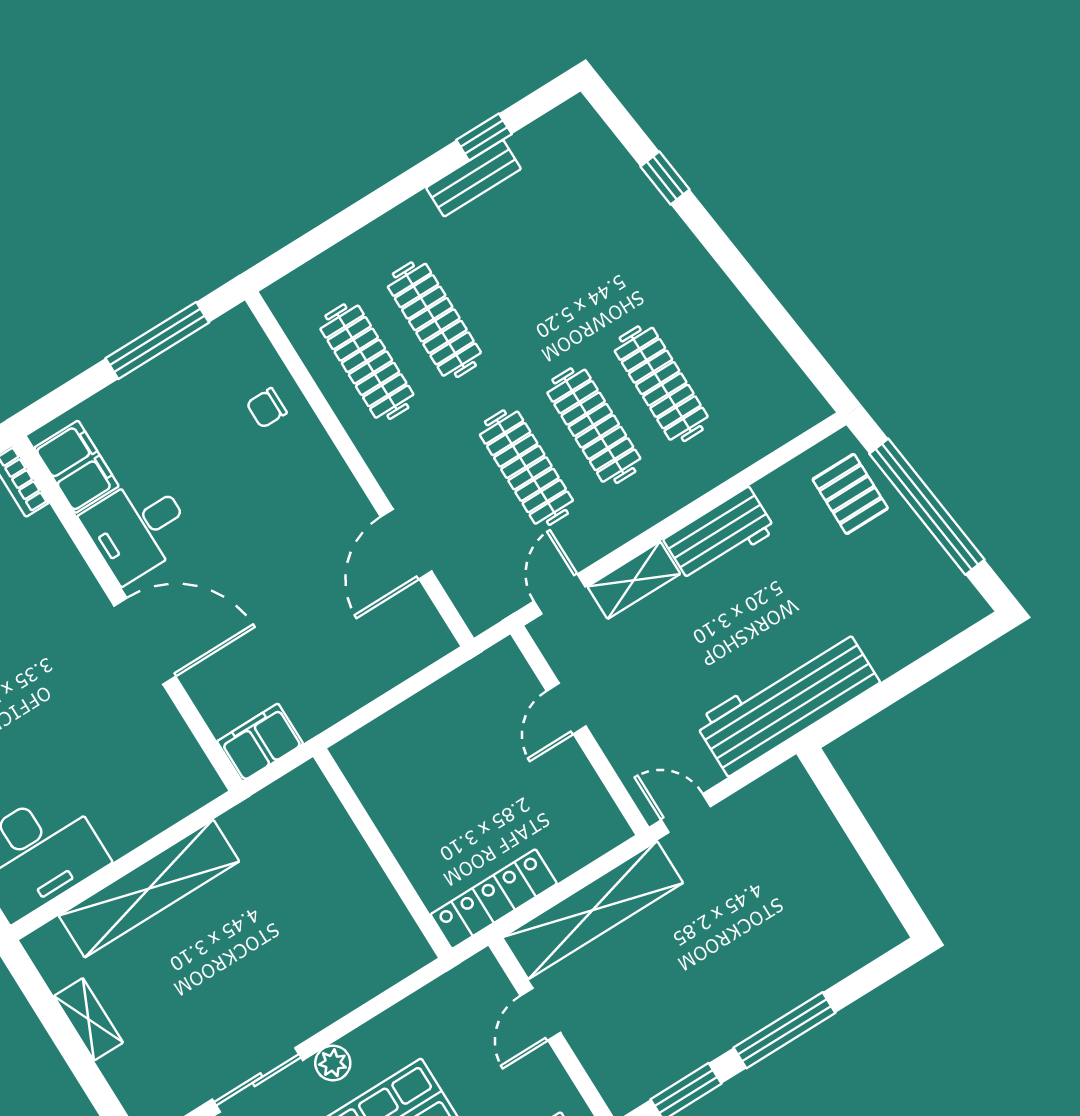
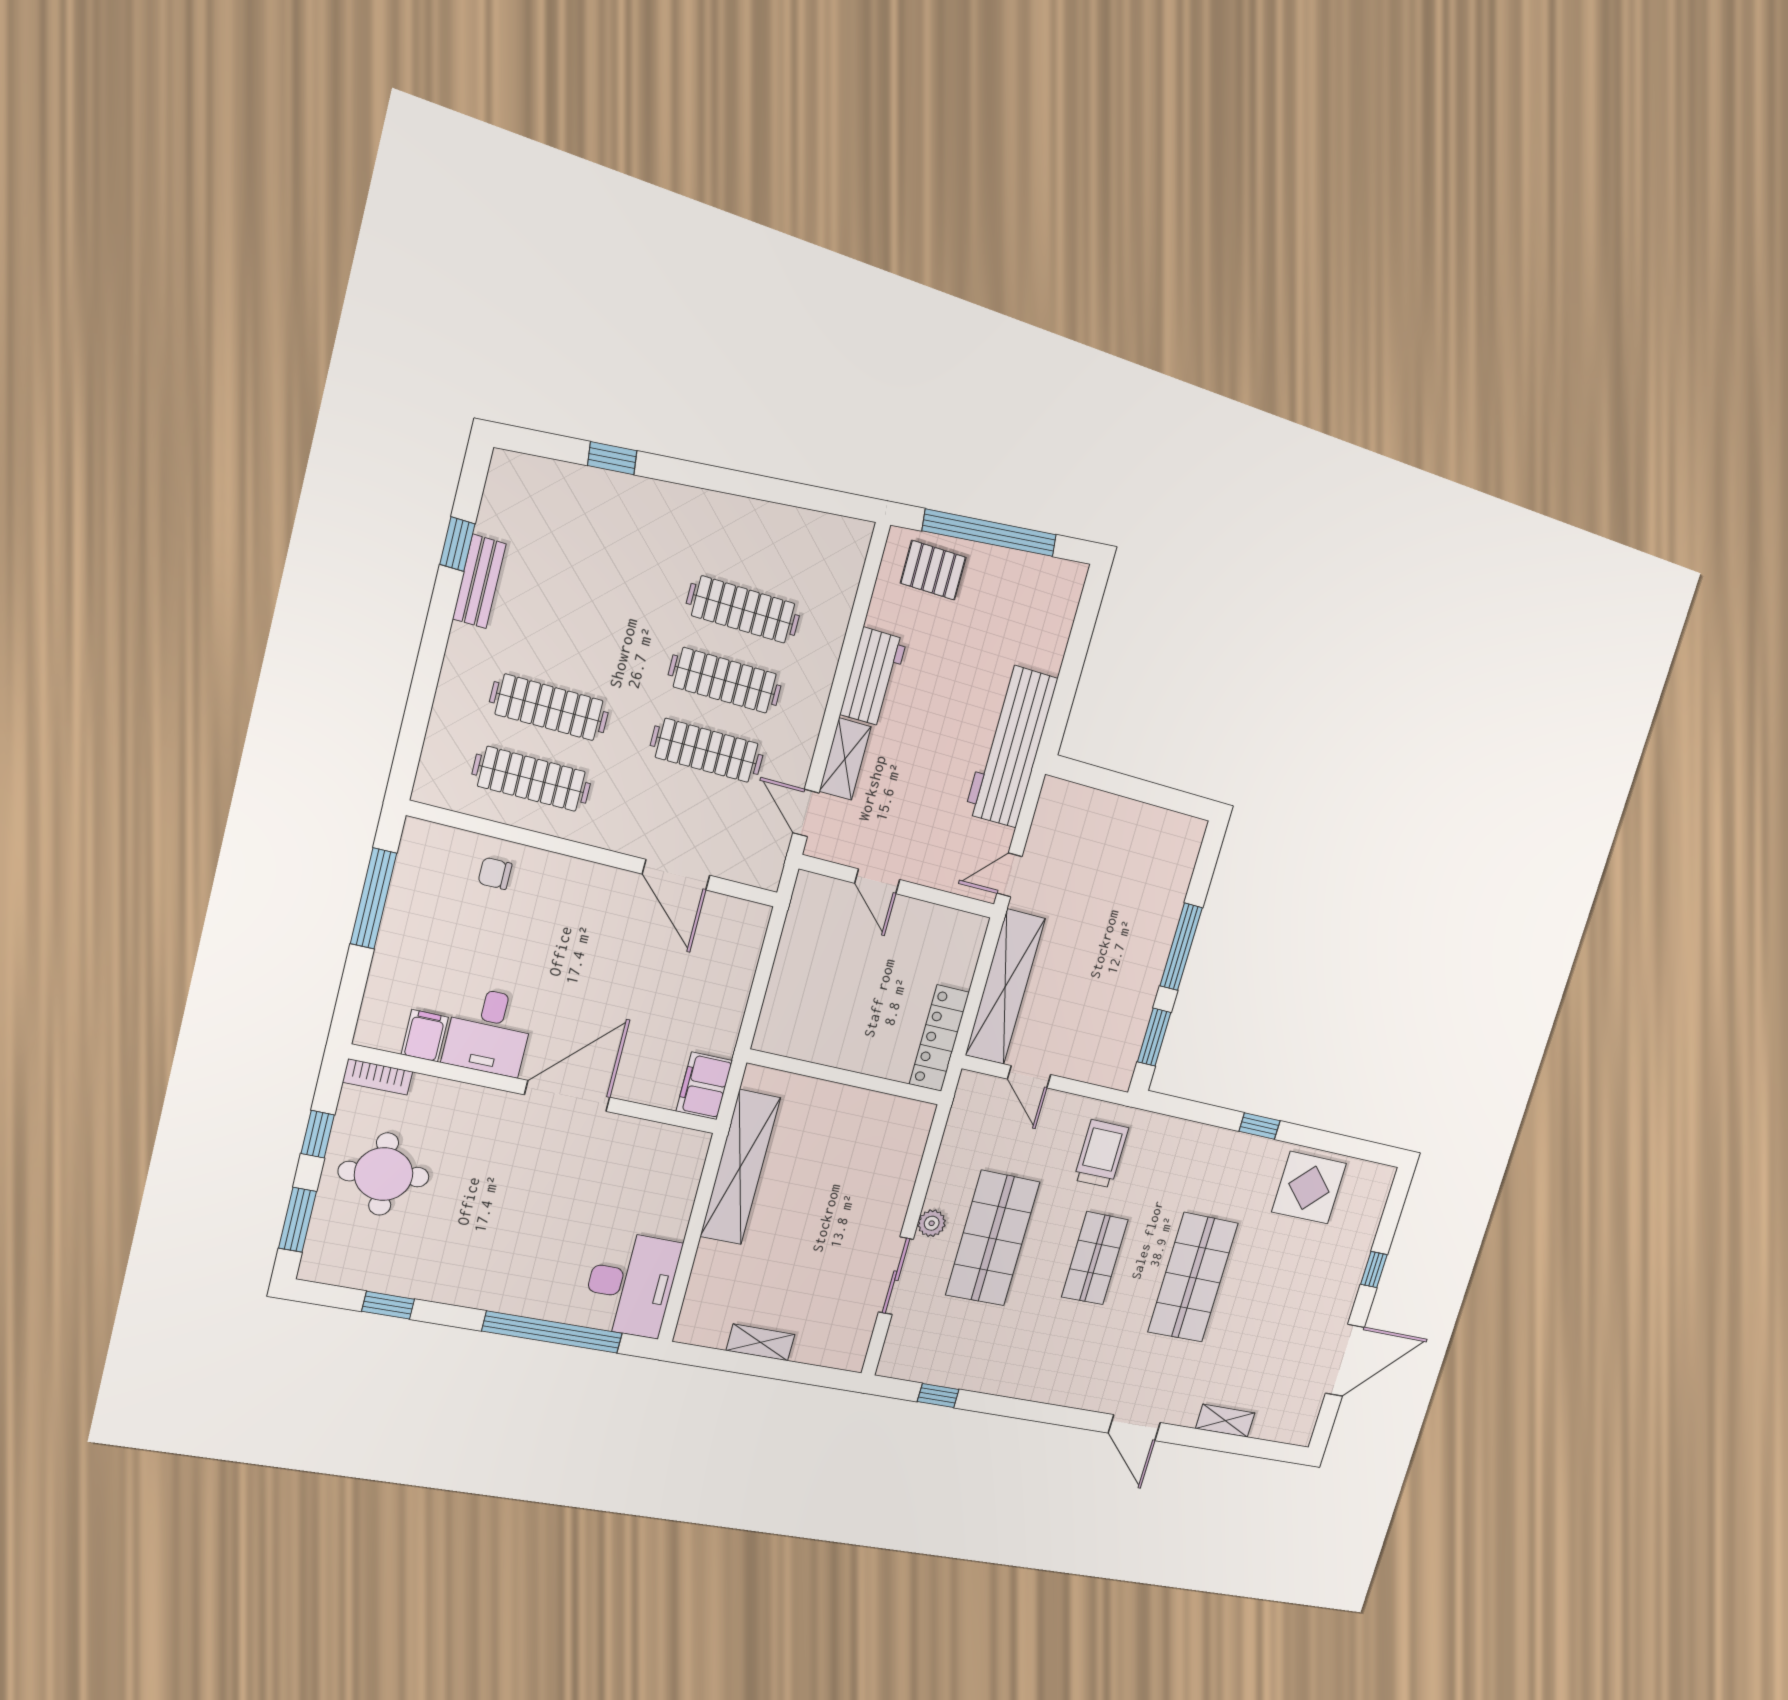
chair: (267, 408) -> (495, 873), turned 90
filing cabinet: (77, 467) -> (425, 1036), width x0.50
shelving: (149, 889) -> (740, 1167), moved

